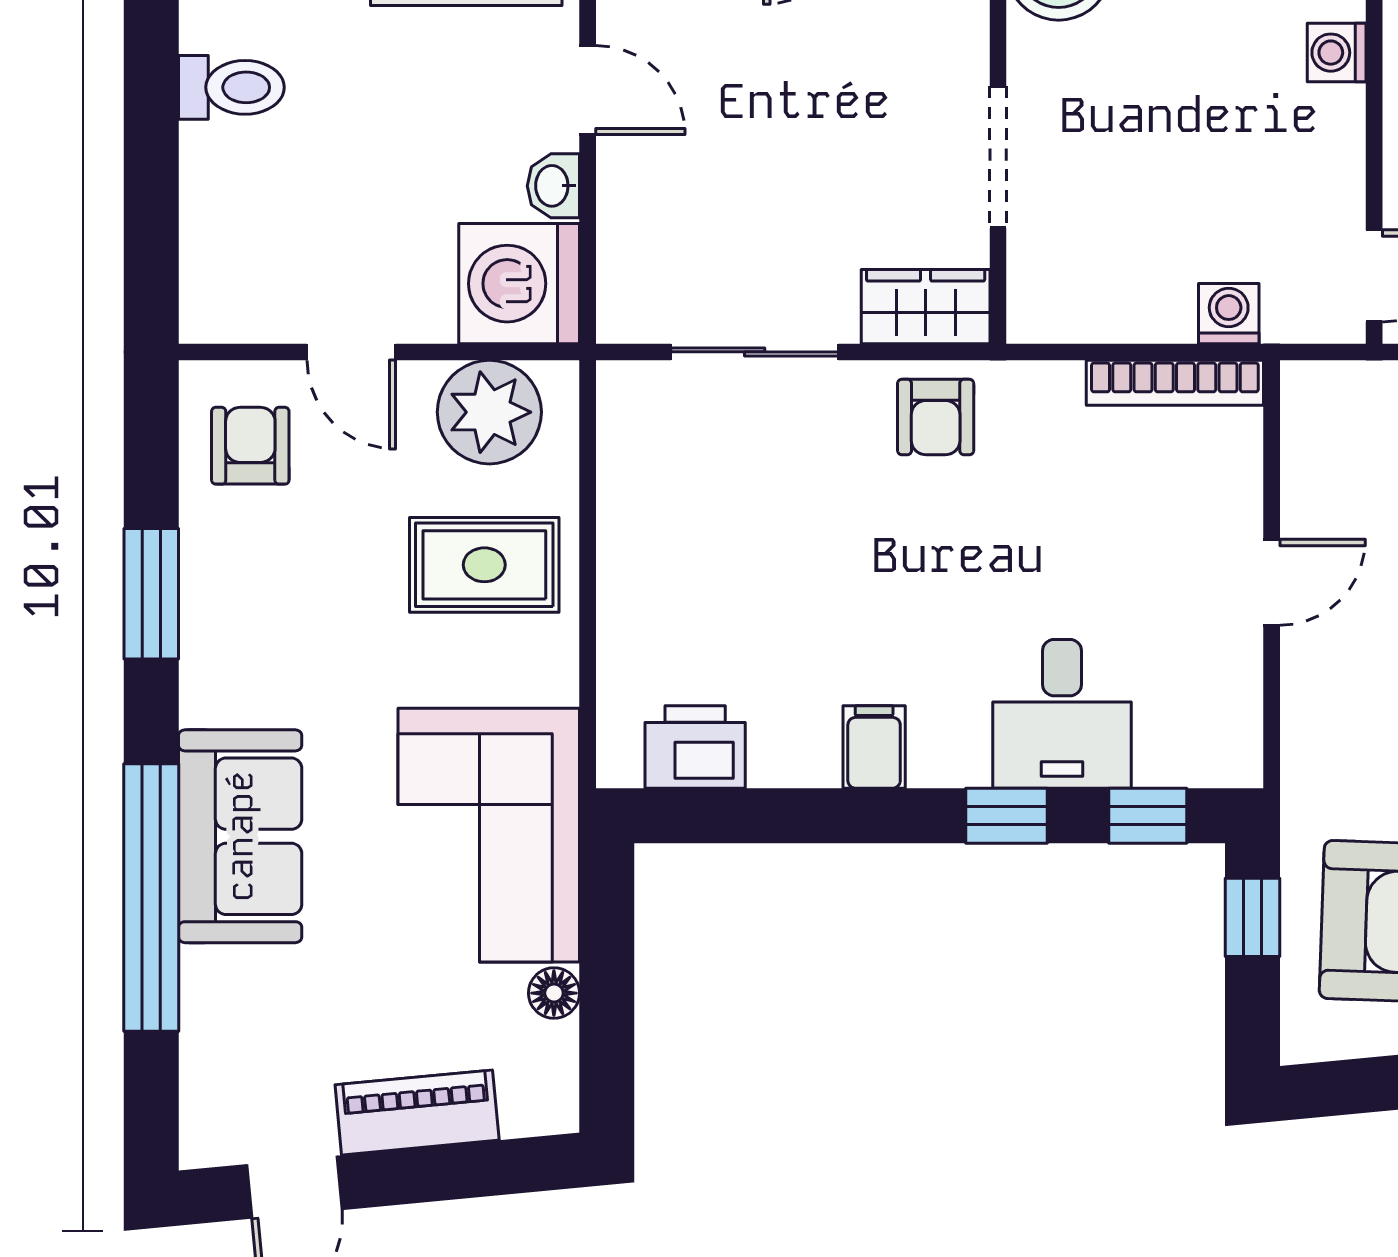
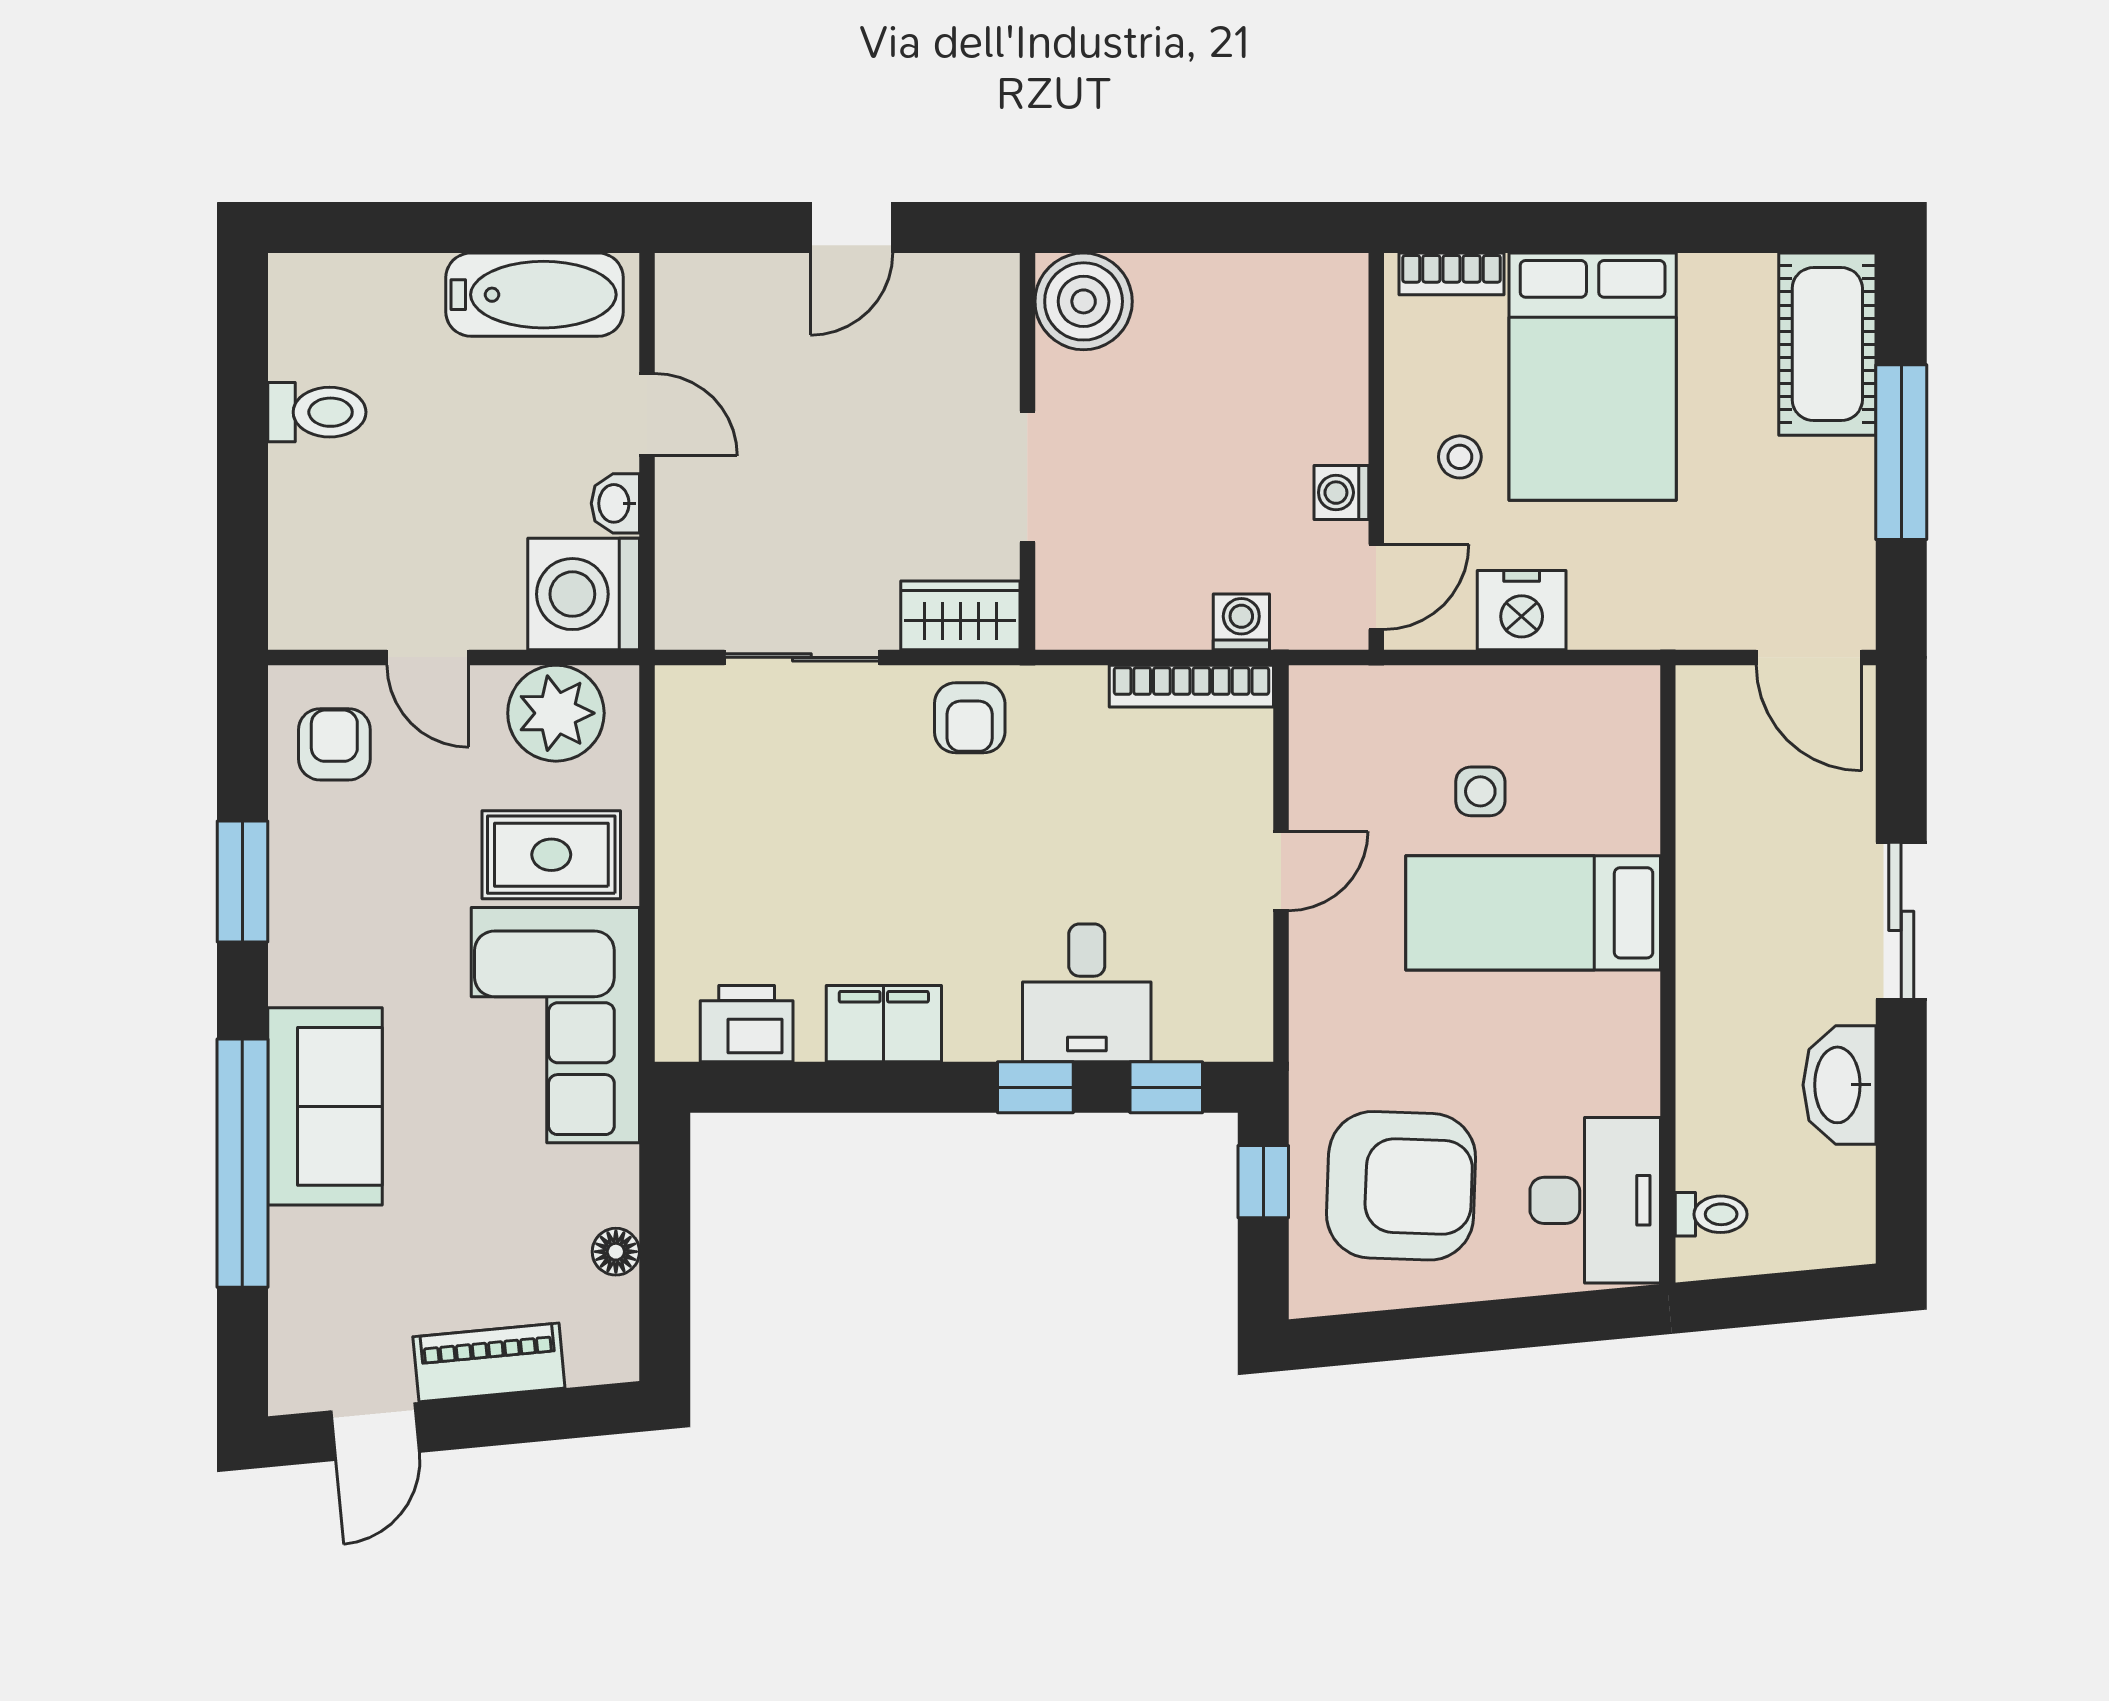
washing machine: (1337, 53) -> (1341, 493), moved
filing cabinet: (874, 747) -> (884, 1024), width x2.00
corner sofa: (489, 835) -> (555, 1025), moved

